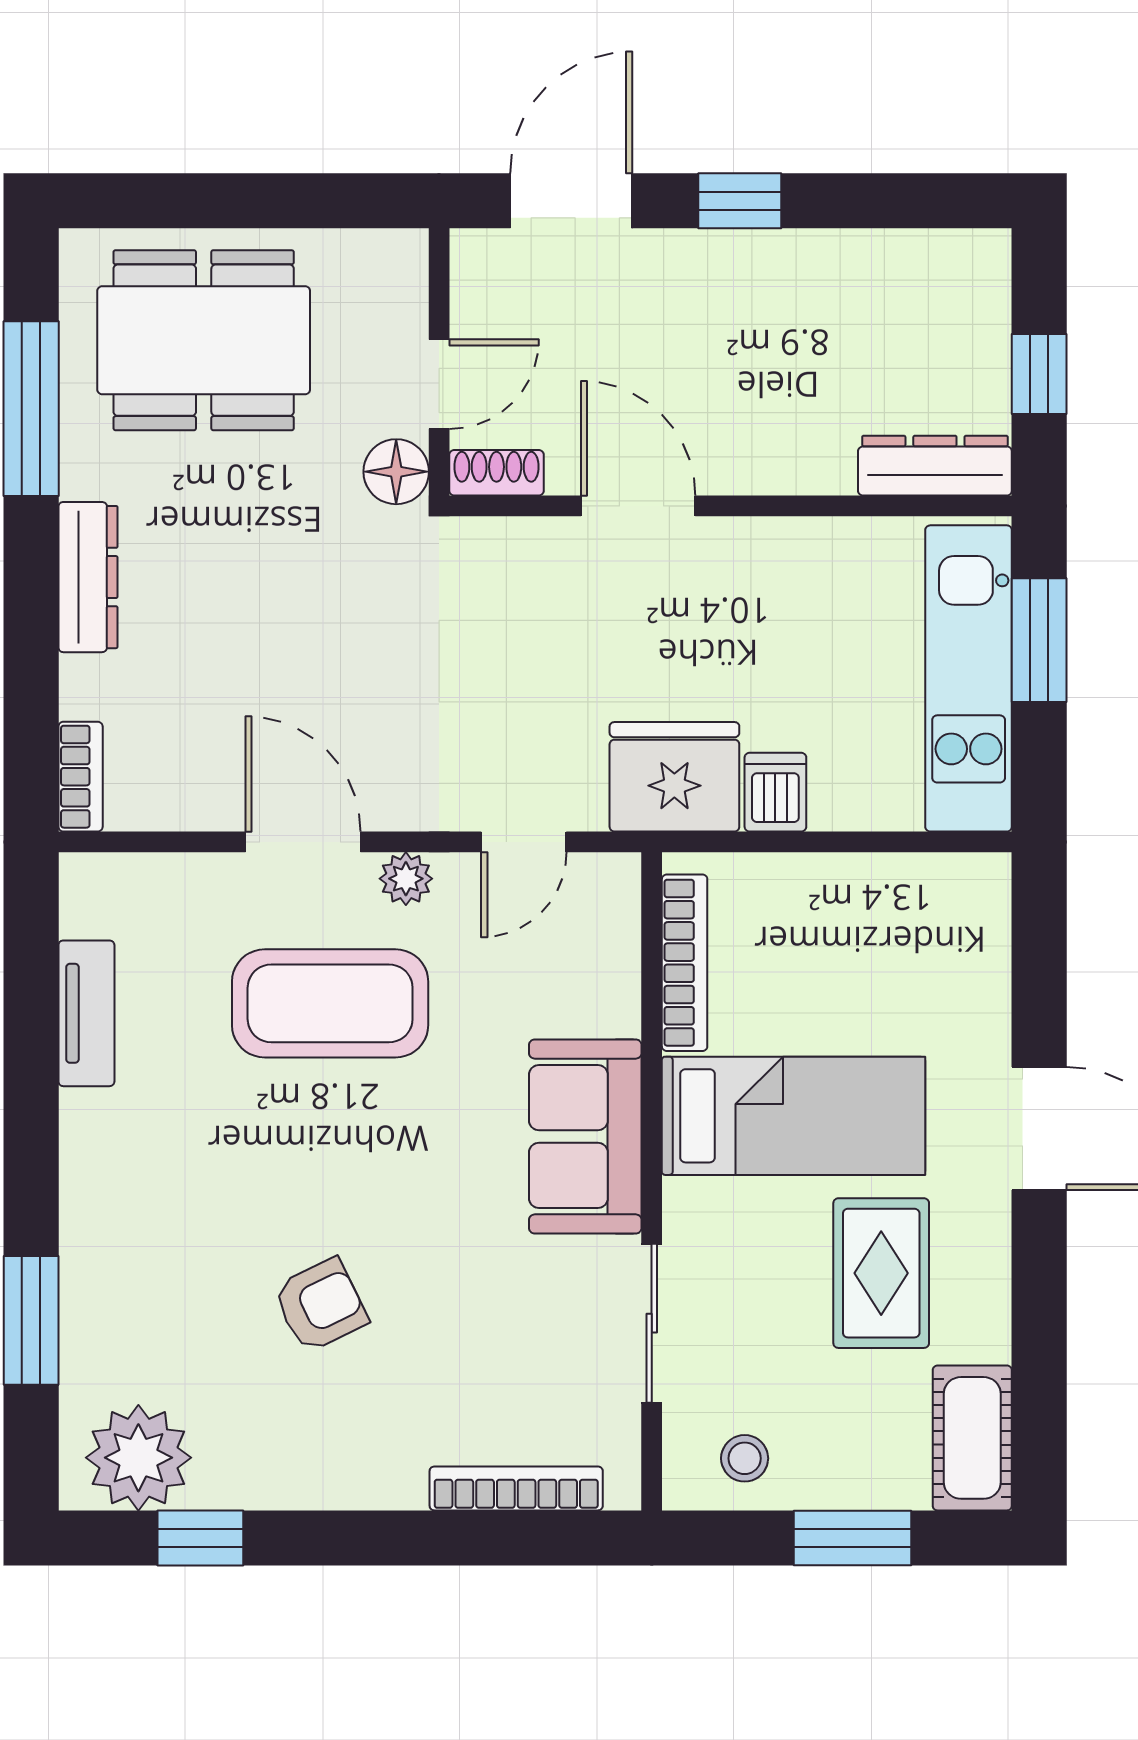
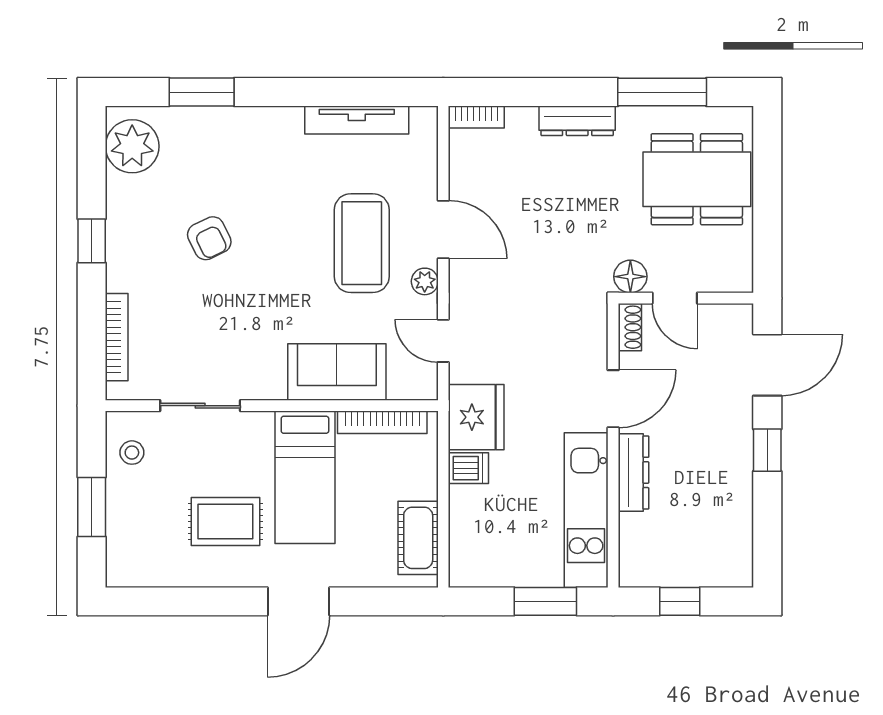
door: (571, 201) -> (767, 365), hinge flipped
dining table: (204, 340) -> (697, 179), turned 90
dresser: (935, 466) -> (633, 472), moved
kitchen unit: (969, 678) -> (586, 510), moved, turned -90
door: (303, 842) -> (443, 229), hinge flipped
tv unit: (86, 1013) -> (357, 120), width x1.41
sofa: (585, 1137) -> (337, 372), moved
cot: (972, 1438) -> (418, 538), moved, turned 90
window: (200, 1538) -> (92, 241), moved

